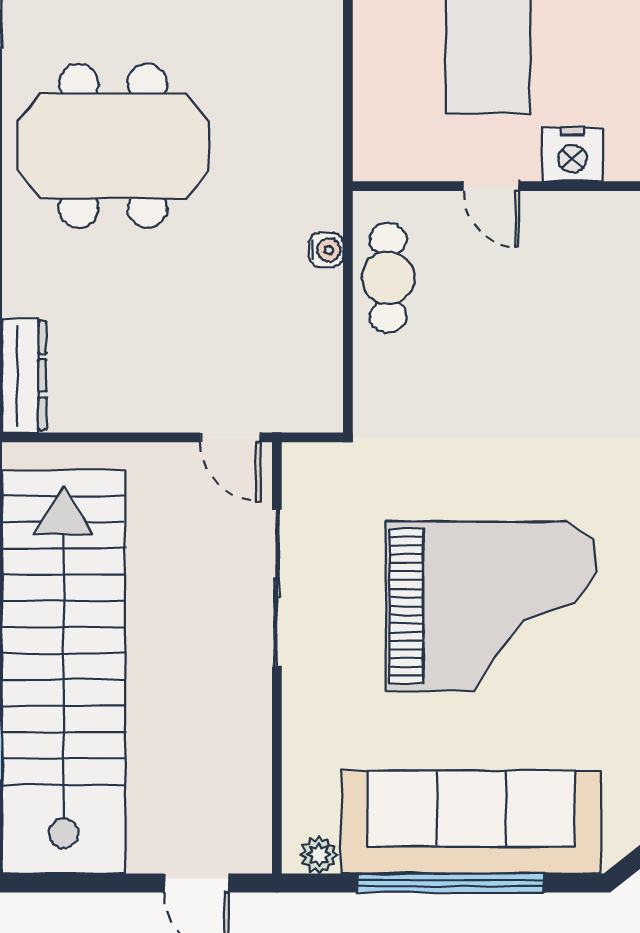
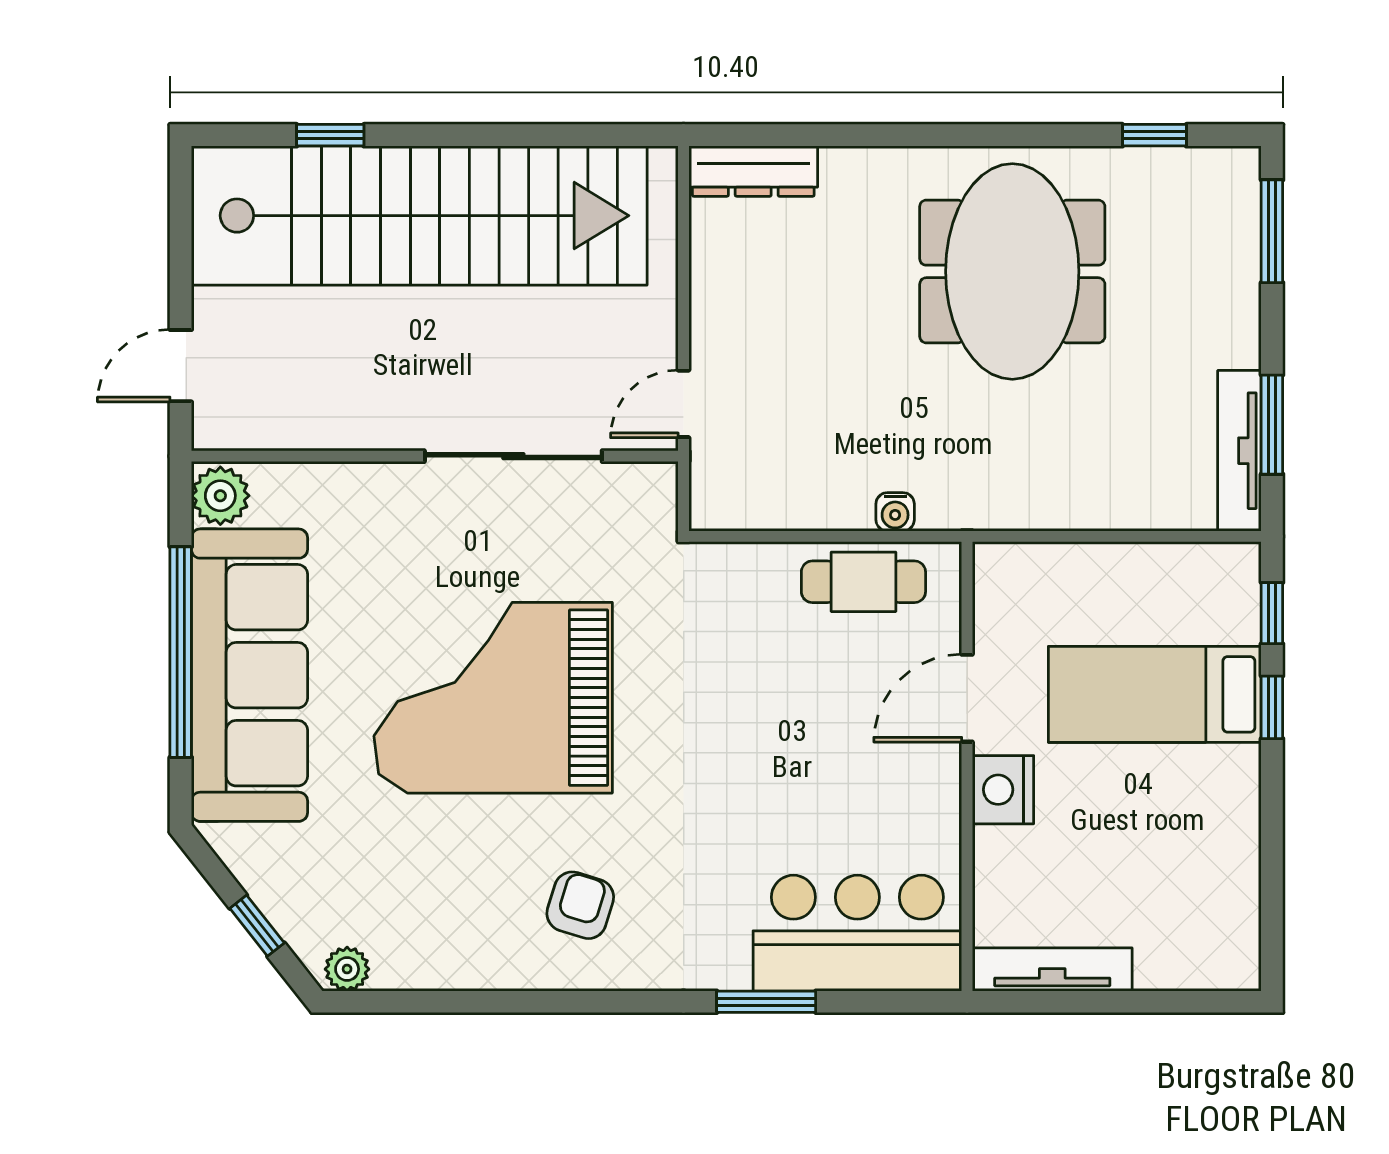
door: (491, 186) -> (967, 698), width x1.38
grand piano: (491, 606) -> (493, 698), turned 90
plant: (319, 855) -> (220, 496), width x1.38, depth x1.38

